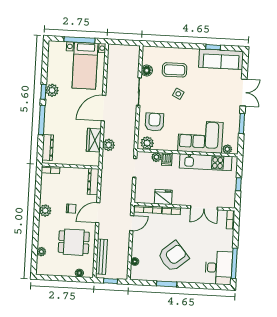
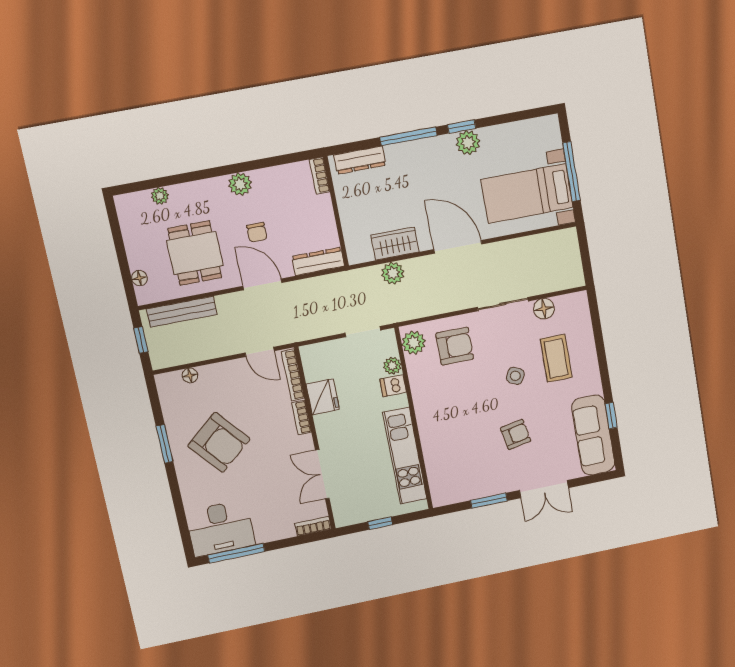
armchair: (210, 101) -> (516, 434), added
corner sofa: (200, 137) -> (448, 435), removed
plant: (227, 149) -> (438, 487), removed

